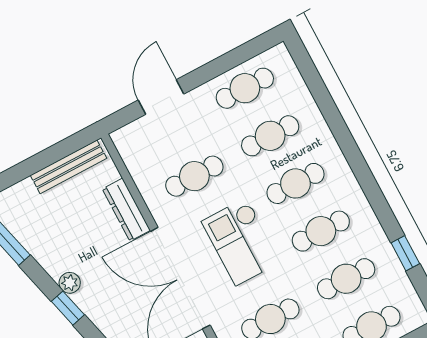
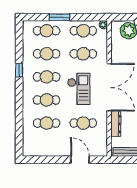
cafe table: (245, 88) -> (47, 146), removed
door: (161, 97) -> (80, 160), swing flipped
window: (405, 253) -> (19, 70), moved

